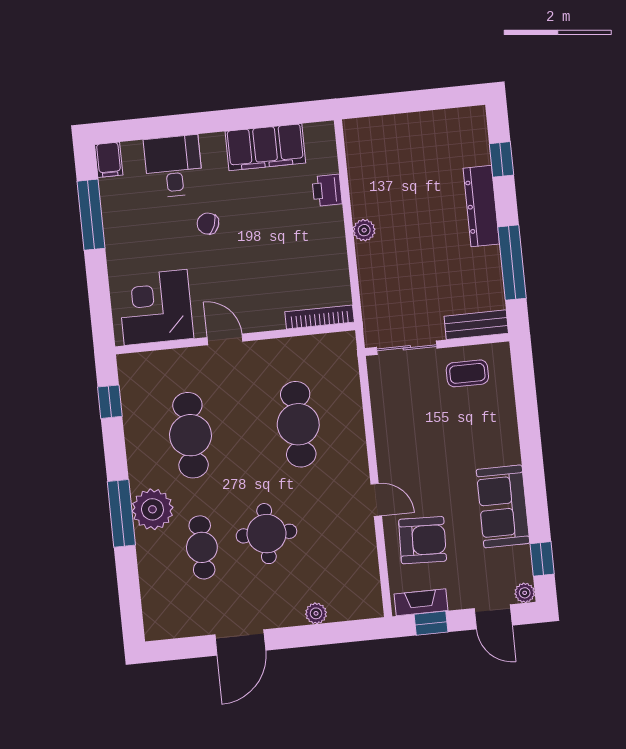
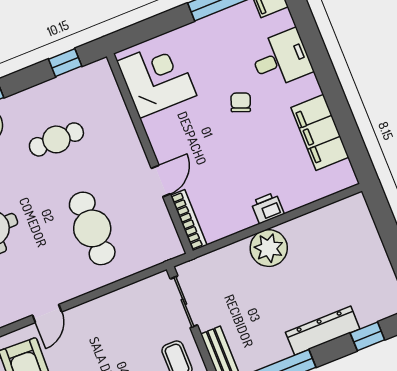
printer: (327, 190) -> (268, 208), moved
plant: (364, 230) -> (269, 248), width x1.88, depth x1.88
door: (225, 339) -> (161, 181), moved
cafe table: (298, 424) -> (92, 228), turned 90
cafe table: (190, 435) -> (56, 139), width x0.73, depth x0.74

